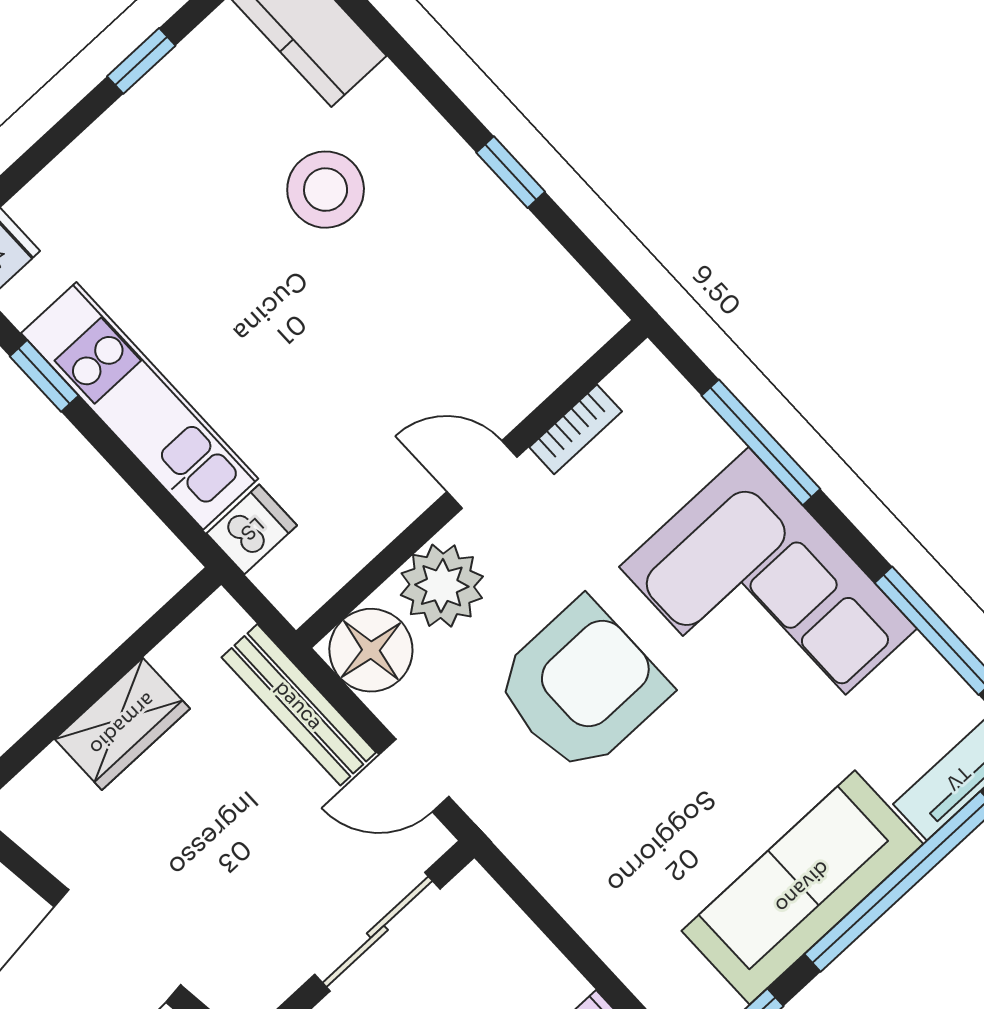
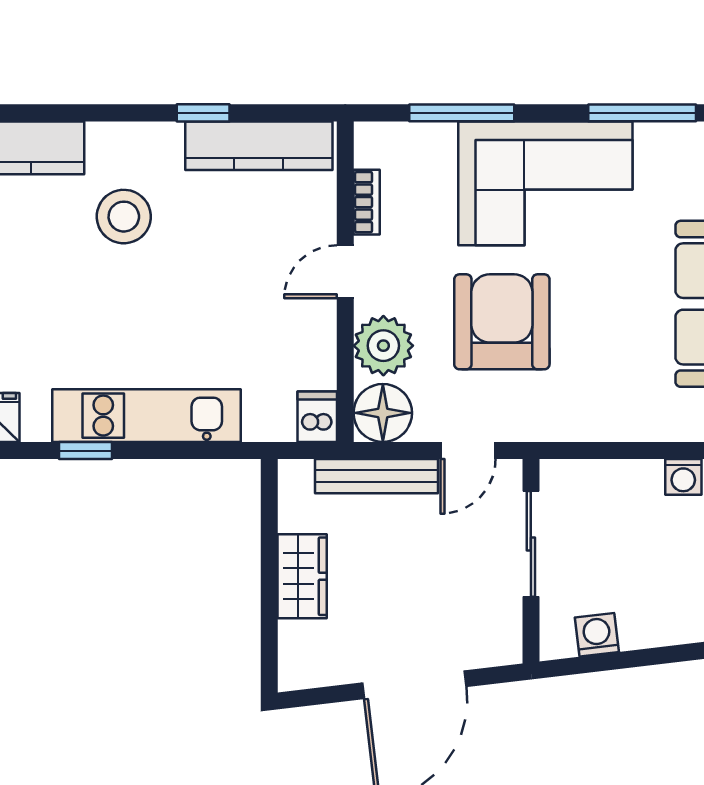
kitchen counter: (530, 262) -> (259, 146), added
dishwasher: (252, 529) -> (317, 417), moved

